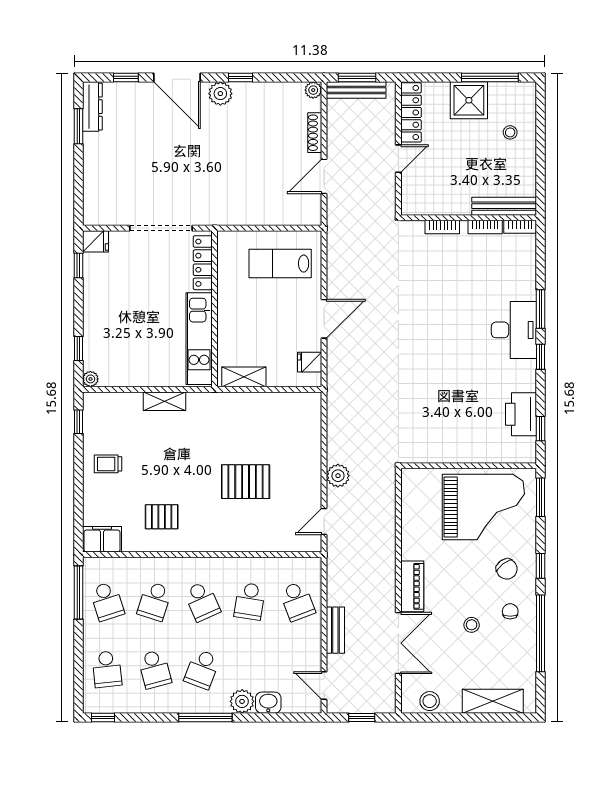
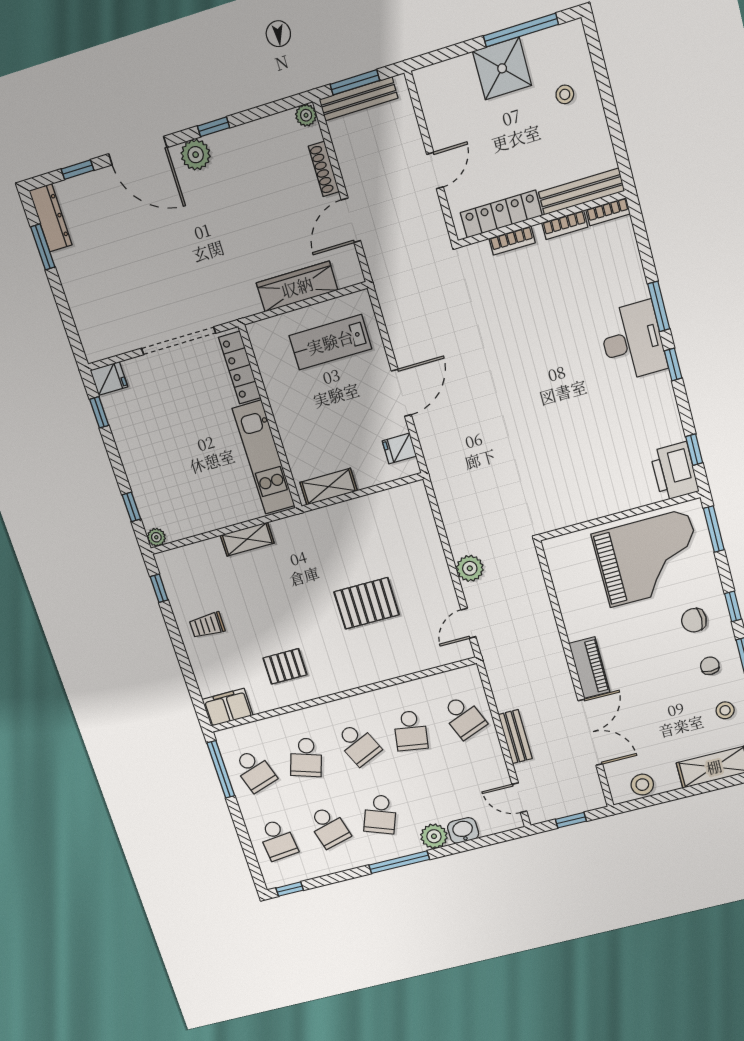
locker: (411, 112) -> (501, 214), moved, turned -90
wardrobe: (267, 214) -> (297, 287), added
printer: (521, 414) -> (674, 471), moved
chair: (507, 569) -> (694, 620), turned 127
stool: (472, 625) -> (725, 710), moved

